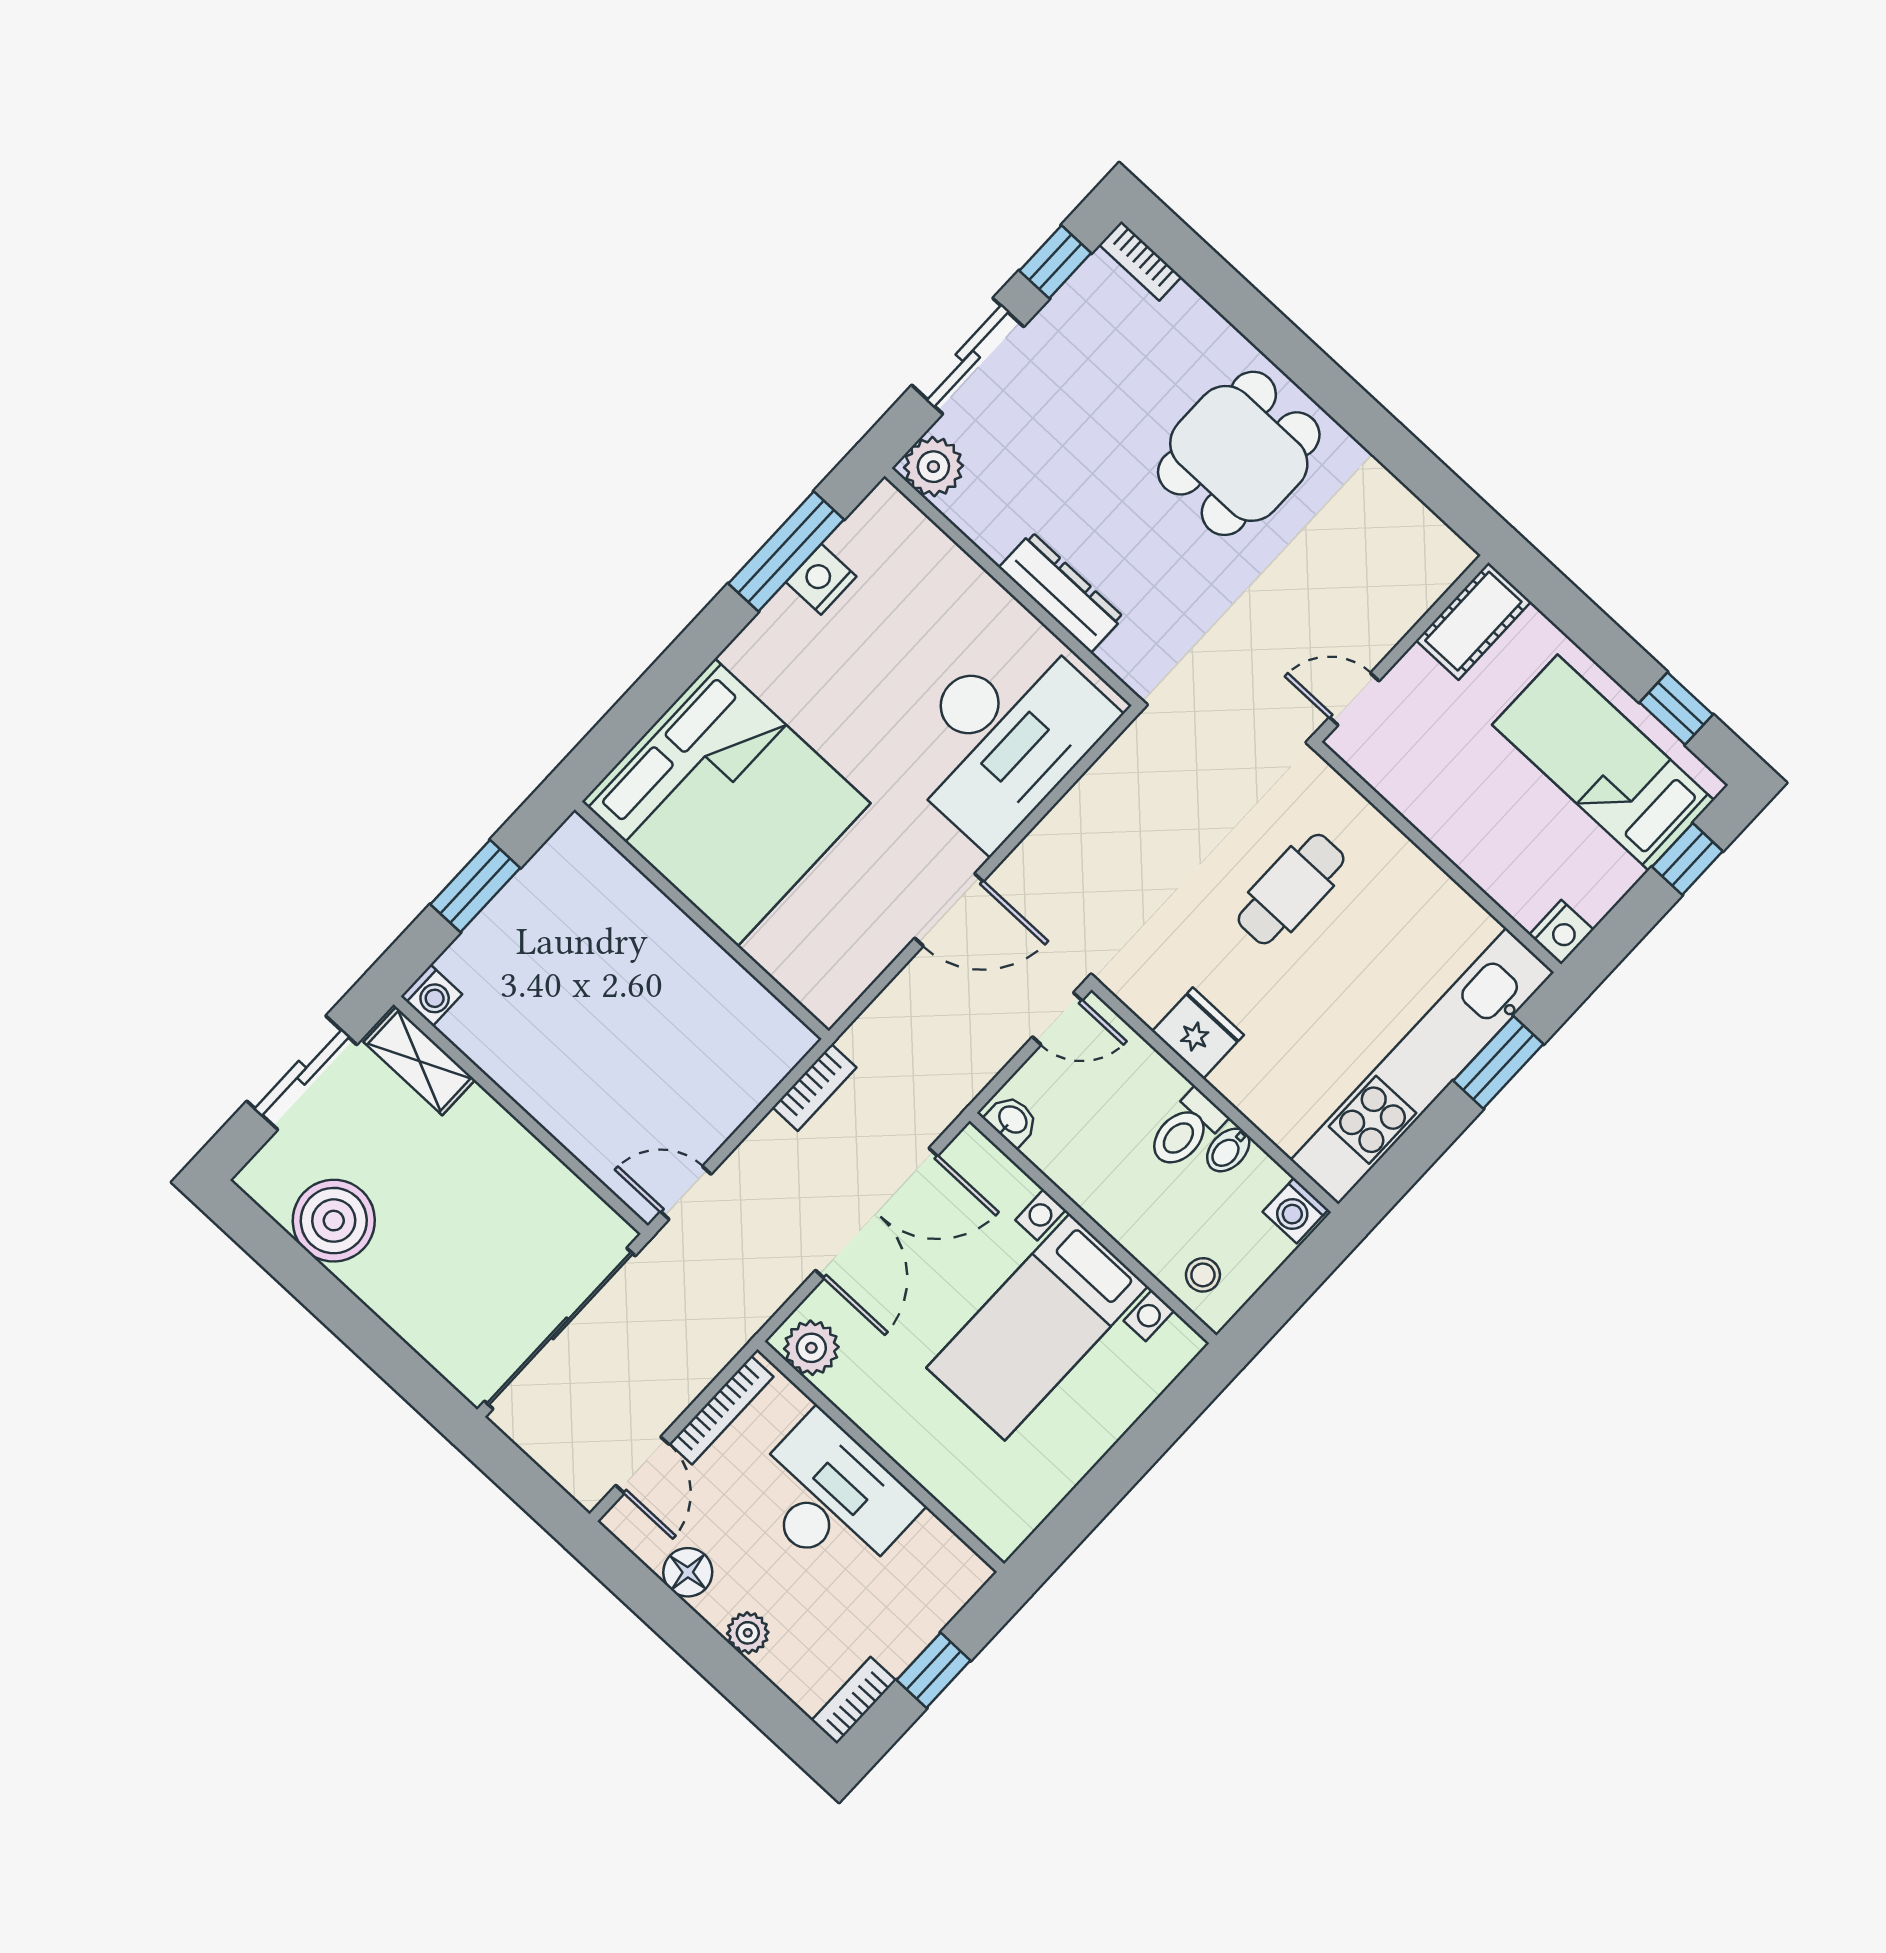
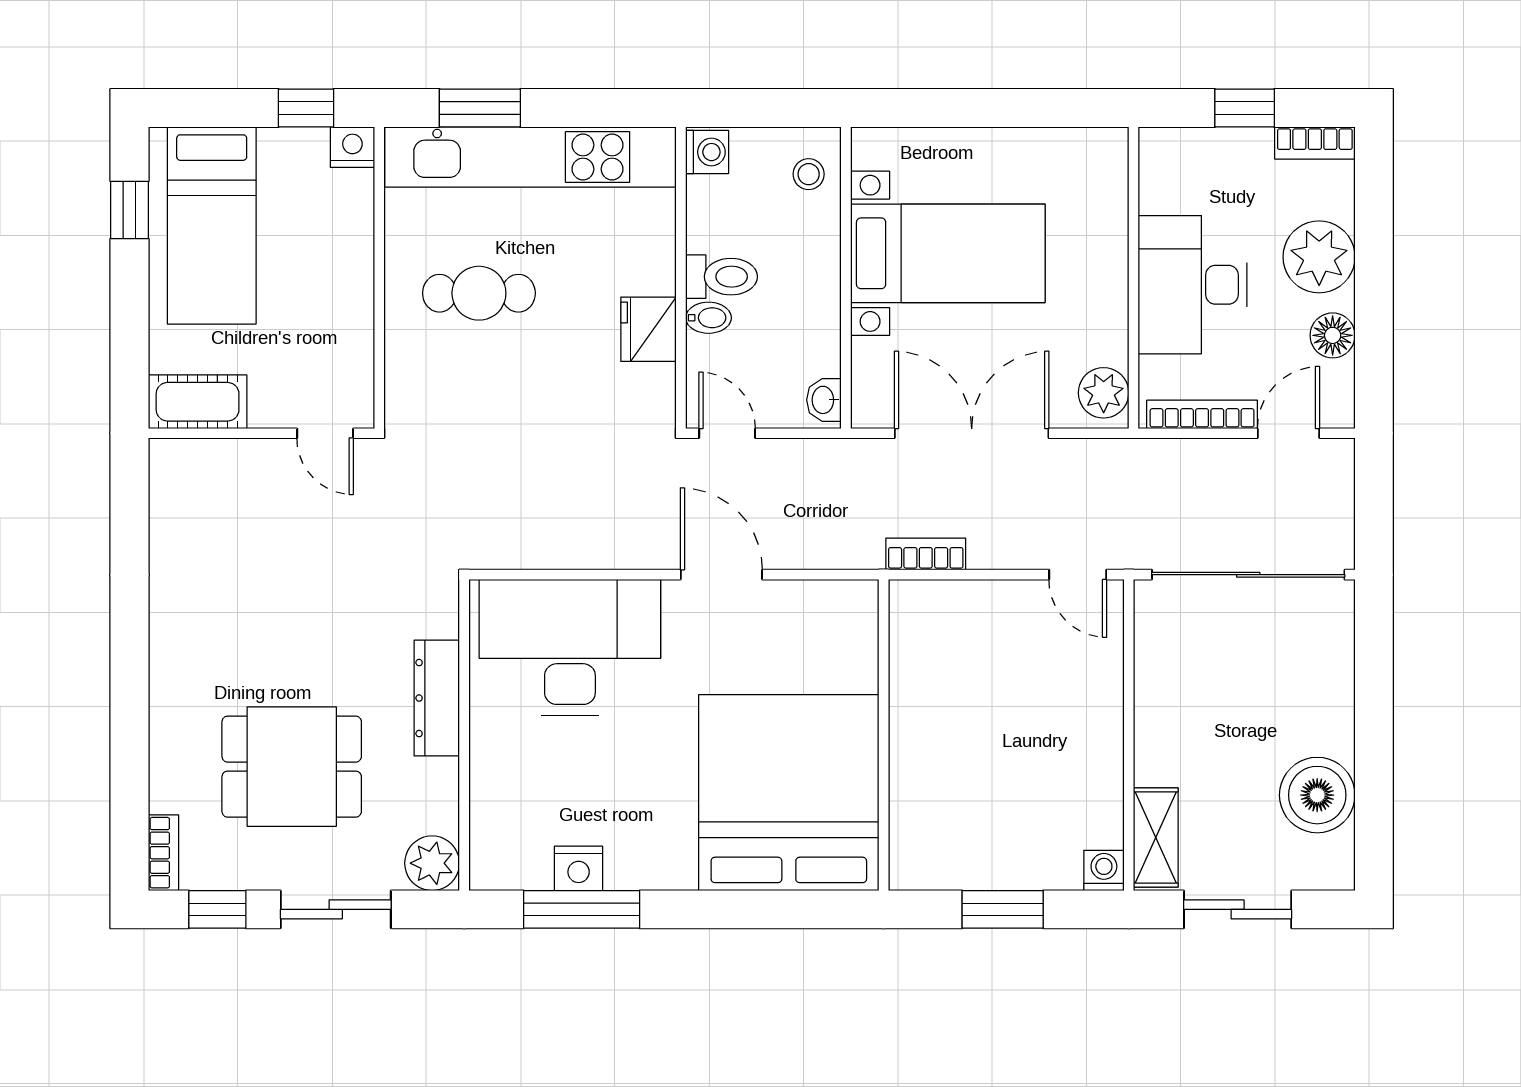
dining table: (1239, 453) -> (292, 767), moved
window: (1687, 859) -> (306, 108), moved
cafe table: (1291, 889) -> (479, 293), moved
bidet: (1228, 1150) -> (708, 318), moved
plant: (748, 1633) -> (1319, 257), width x1.87, depth x1.87

